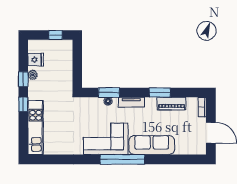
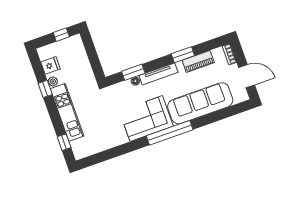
tv unit: (131, 102) -> (158, 74), width x1.41
window: (23, 104) -> (64, 142), moved
kitchen unit: (36, 128) -> (67, 112), moved
sofa: (152, 145) -> (200, 103), width x1.36, depth x1.27

